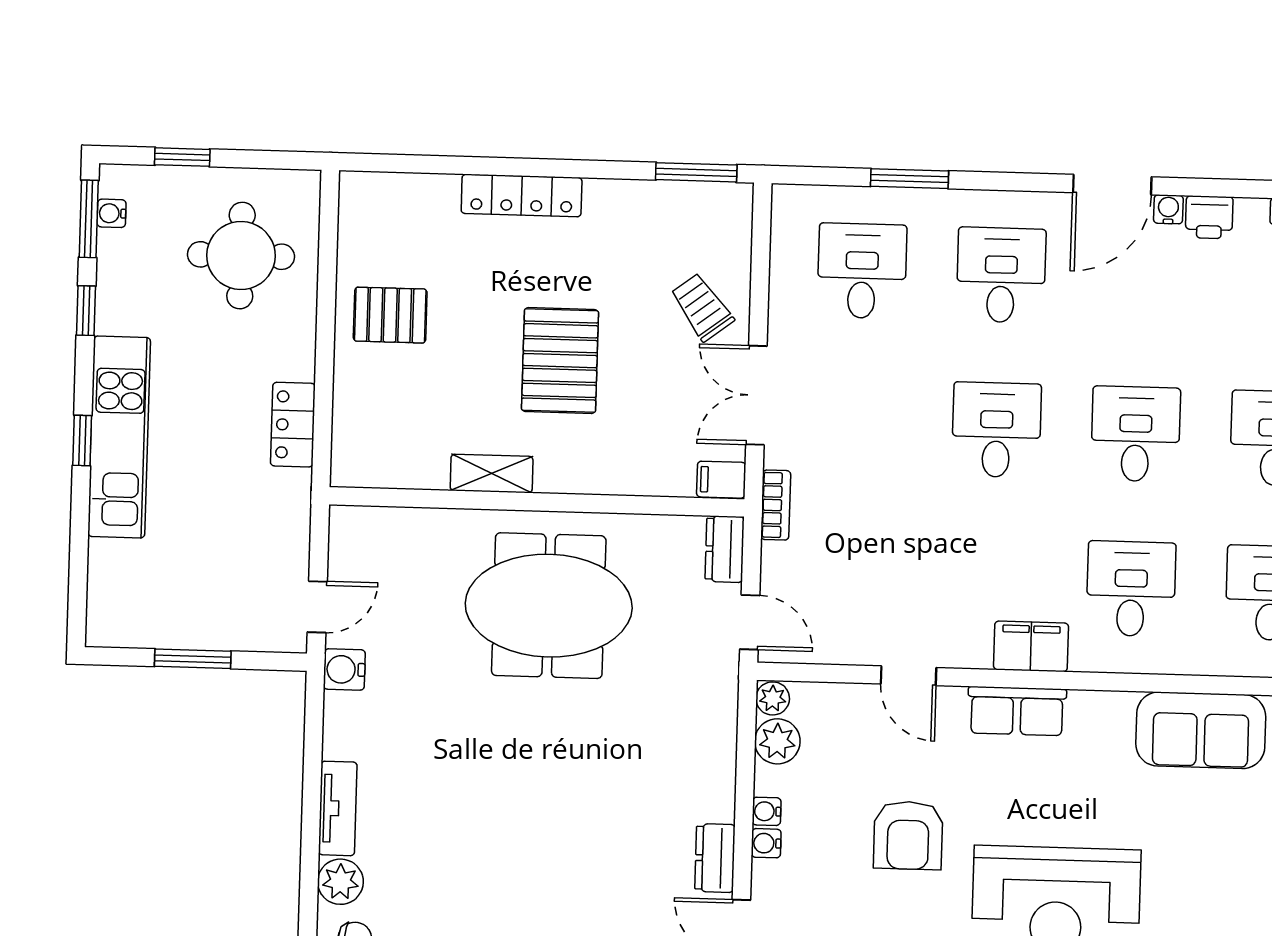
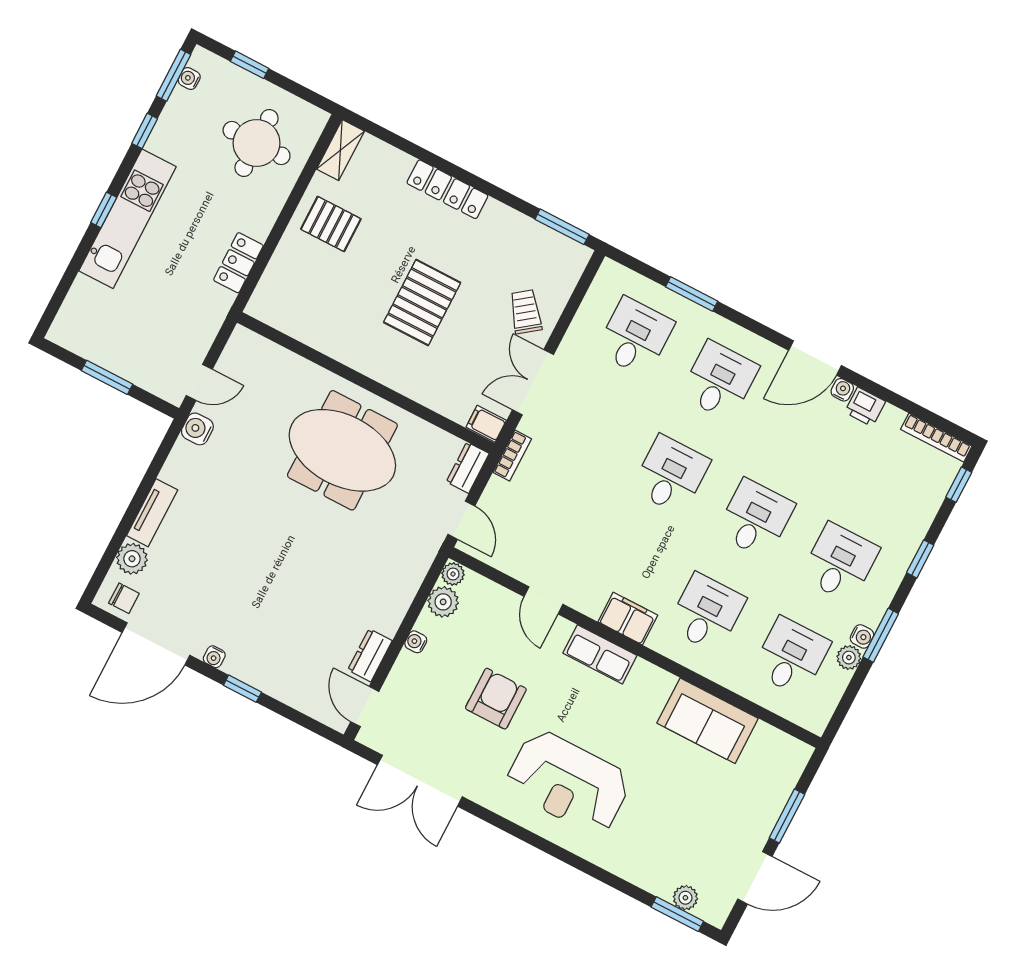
shelving: (492, 474) -> (340, 150), moved, turned 90
armchair: (908, 835) -> (496, 699), turned 180
water cooler: (766, 843) -> (406, 661), removed

